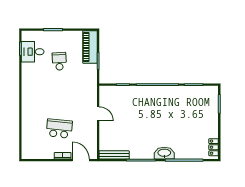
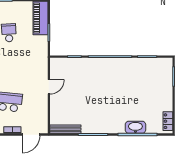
door: (98, 114) -> (49, 87), hinge flipped
washbasin: (164, 153) -> (135, 127), moved
door: (81, 160) -> (31, 135), swing flipped

